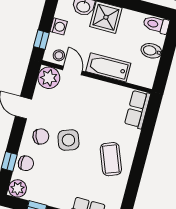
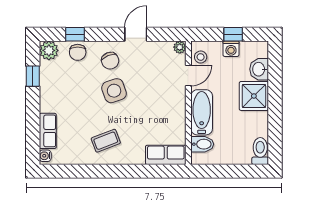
window: (41, 40) -> (233, 34), moved
bidet: (151, 51) -> (202, 144), moved, turned 90
plant: (49, 78) -> (180, 47), width x0.53, depth x0.53
coffee table: (111, 159) -> (106, 141), width x0.73, depth x0.77

